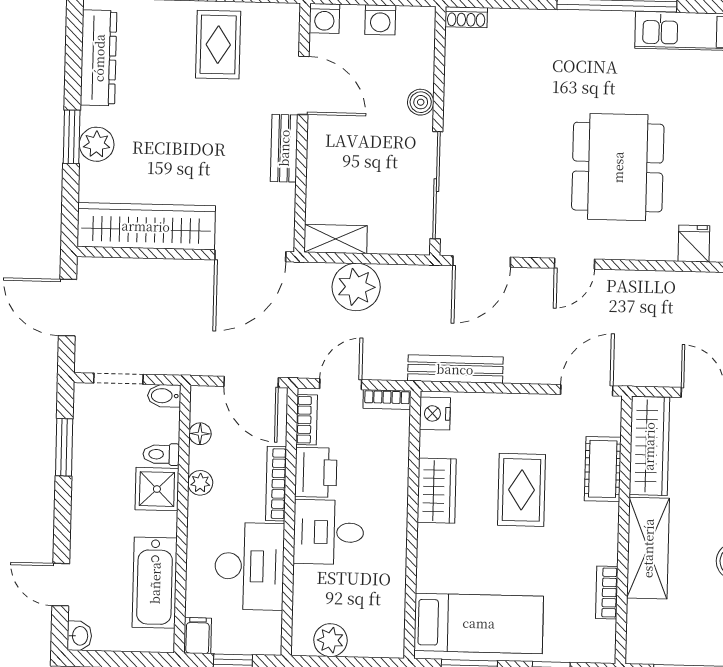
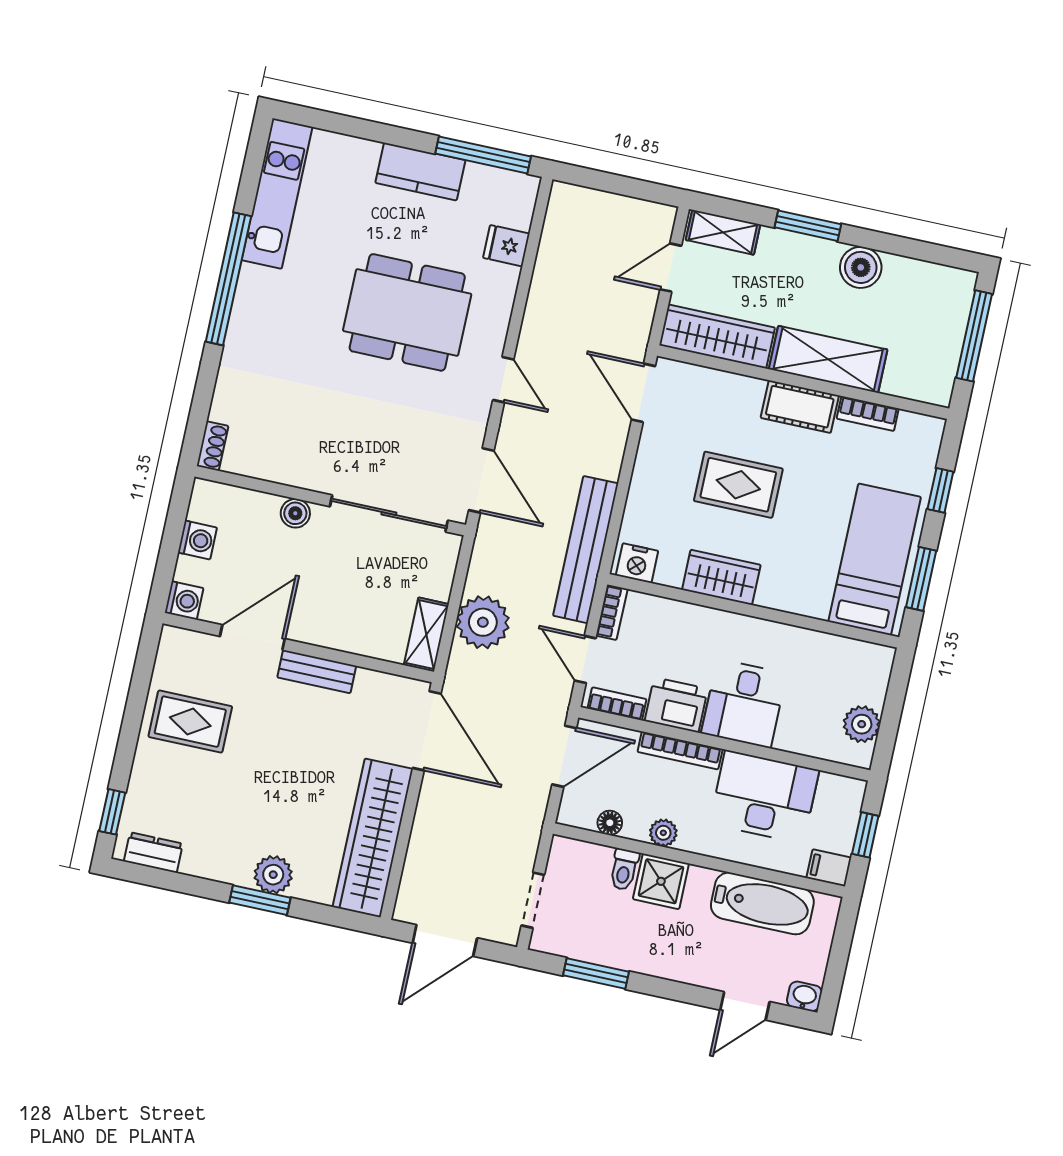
dresser: (99, 58) -> (153, 852), width x0.51, depth x0.80
bench: (455, 369) -> (586, 550), width x1.37, depth x1.21
bidet: (164, 396) -> (561, 854), removed
cot: (603, 469) -> (800, 407), moved

